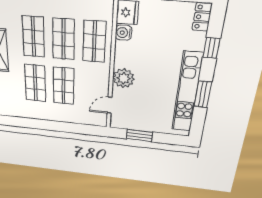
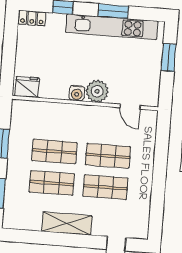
water cooler: (123, 33) -> (77, 93), moved
shop shelf: (94, 42) -> (57, 120), removed
window: (139, 135) -> (169, 57), moved

